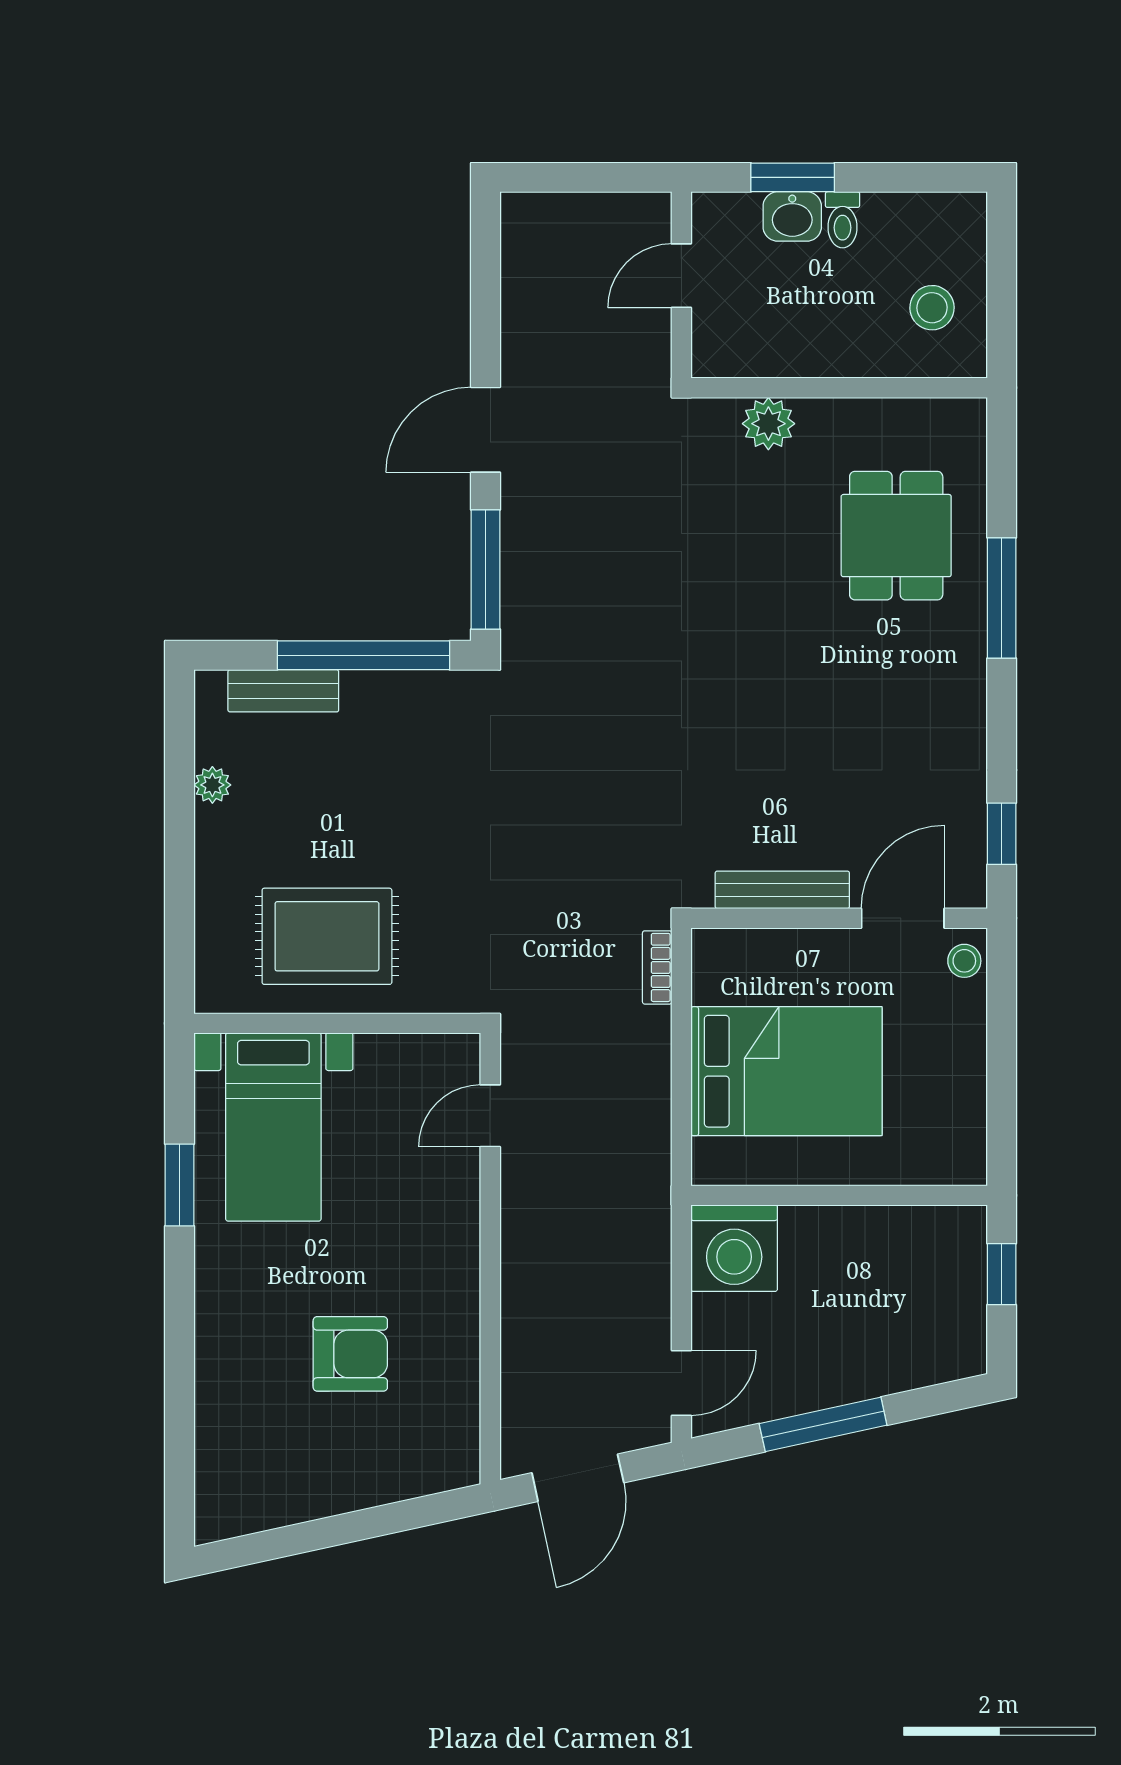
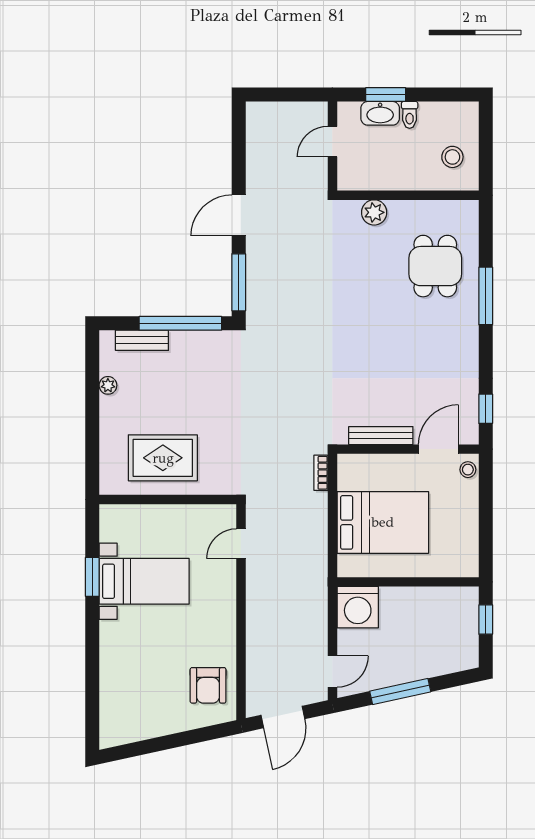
washbasin: (792, 216) -> (380, 113), width x1.38
bed with nightstands: (273, 1127) -> (144, 581), moved, turned -90
armchair: (350, 1354) -> (208, 685), moved, turned 90

